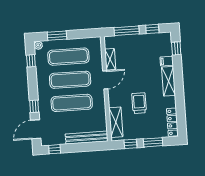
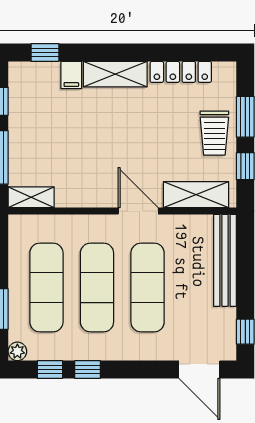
shelving: (110, 59) -> (31, 197), moved
door: (105, 80) -> (138, 211), moved
trolley: (139, 103) -> (214, 133), moved, turned -90
window: (34, 106) -> (87, 370), moved
locker: (172, 122) -> (181, 72), moved

